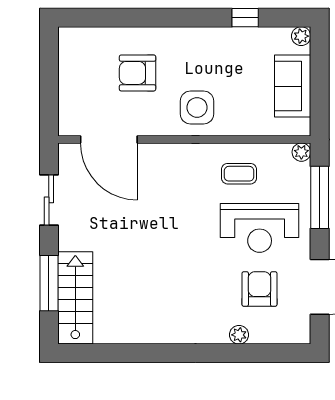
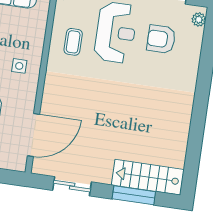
side table: (197, 107) -> (19, 66), width x0.54, depth x0.54
plant: (239, 335) -> (199, 19), moved

